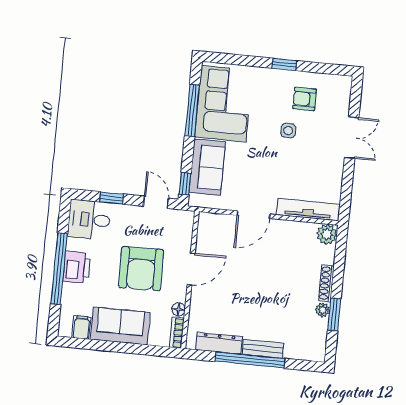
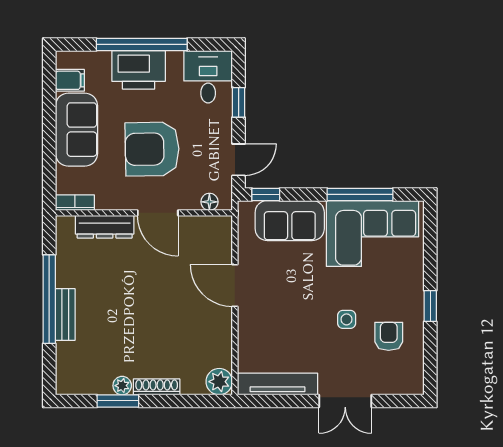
tv unit: (308, 210) -> (277, 384), moved, turned -90
printer: (77, 267) -> (139, 70), width x1.37, depth x1.19
floor lamp: (179, 309) -> (209, 202), moved
dresser: (219, 343) -> (105, 227), moved, turned 90

